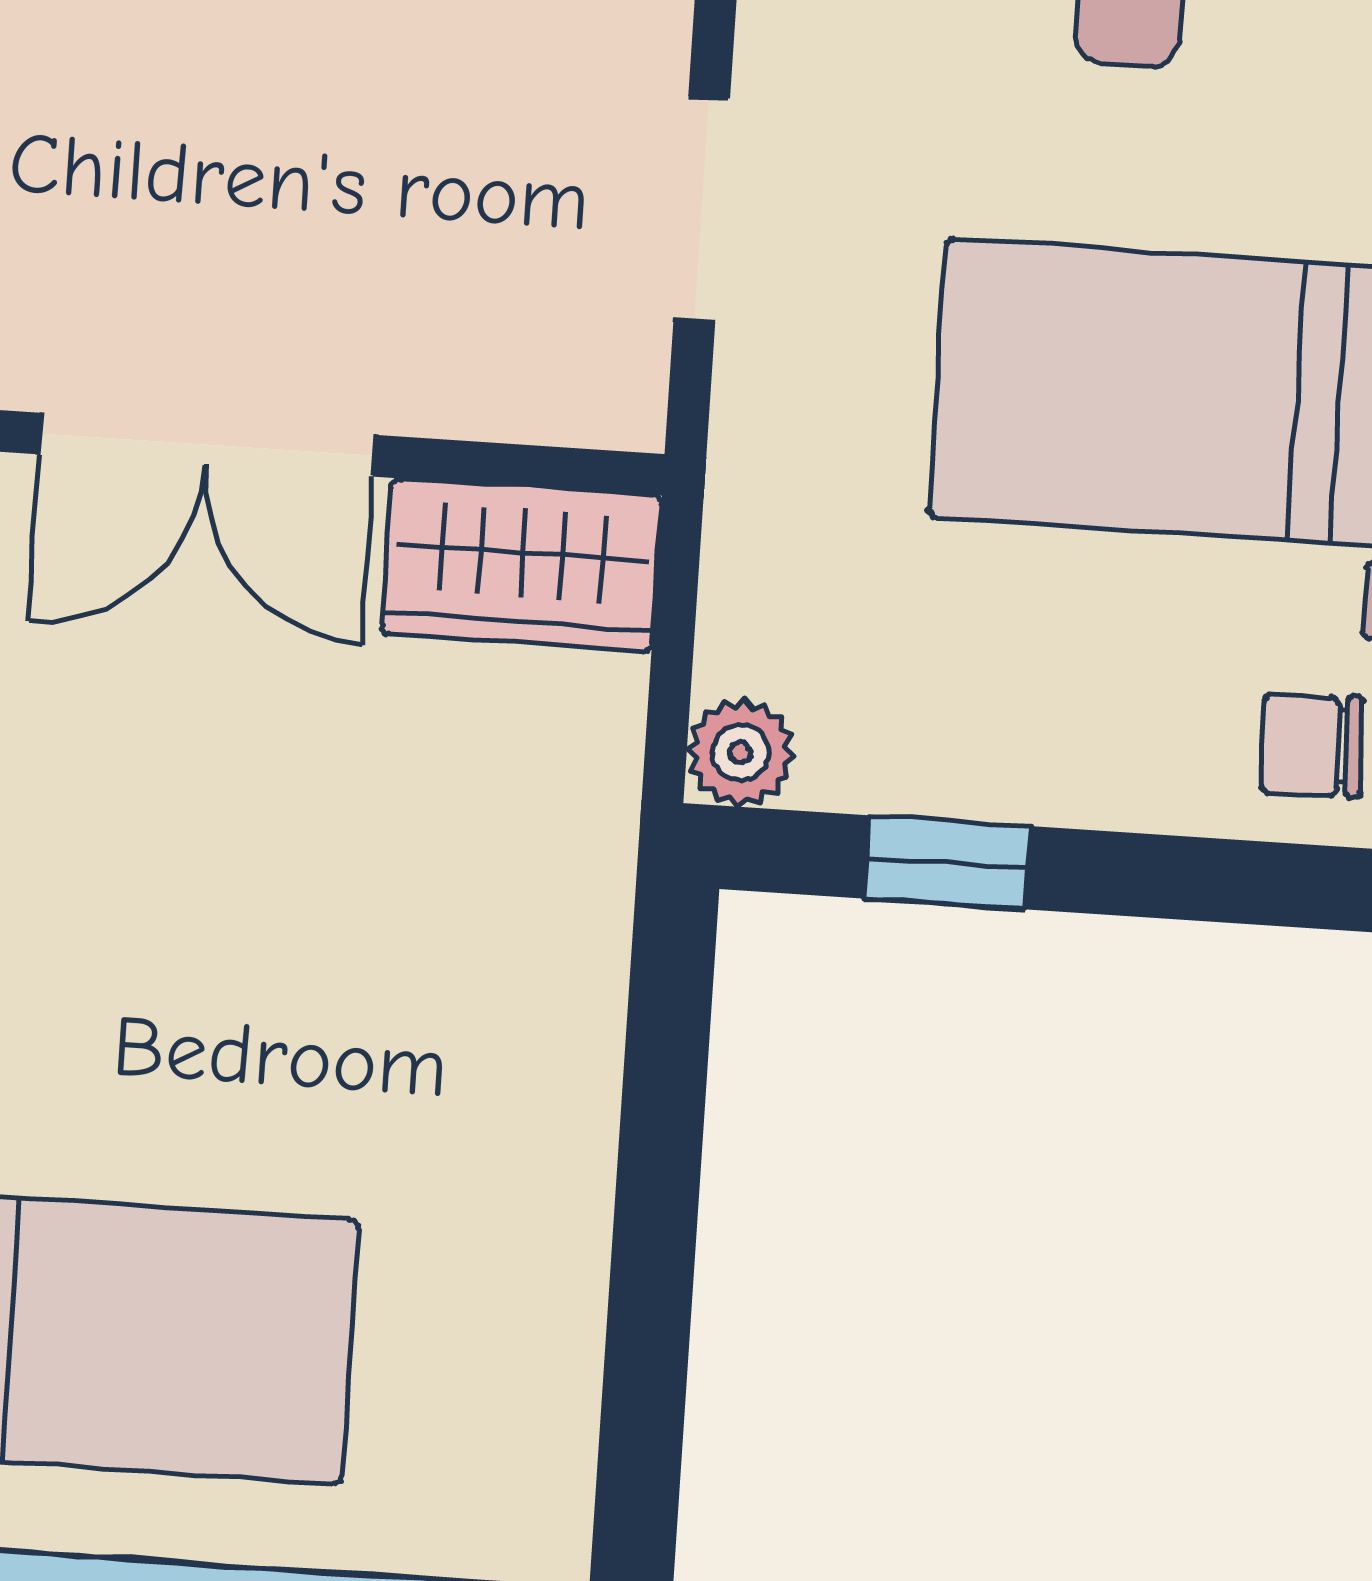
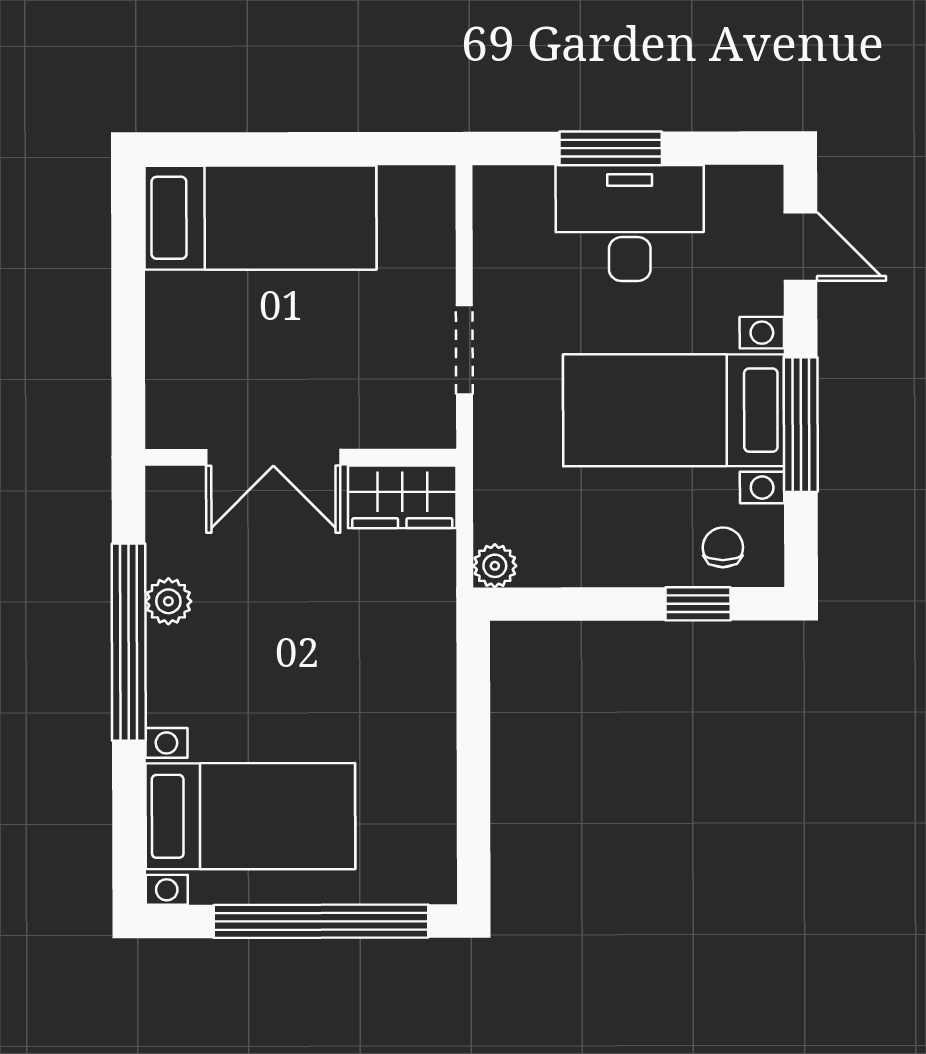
chair: (1312, 746) -> (723, 547), turned 92
window: (947, 862) -> (698, 604), moved

